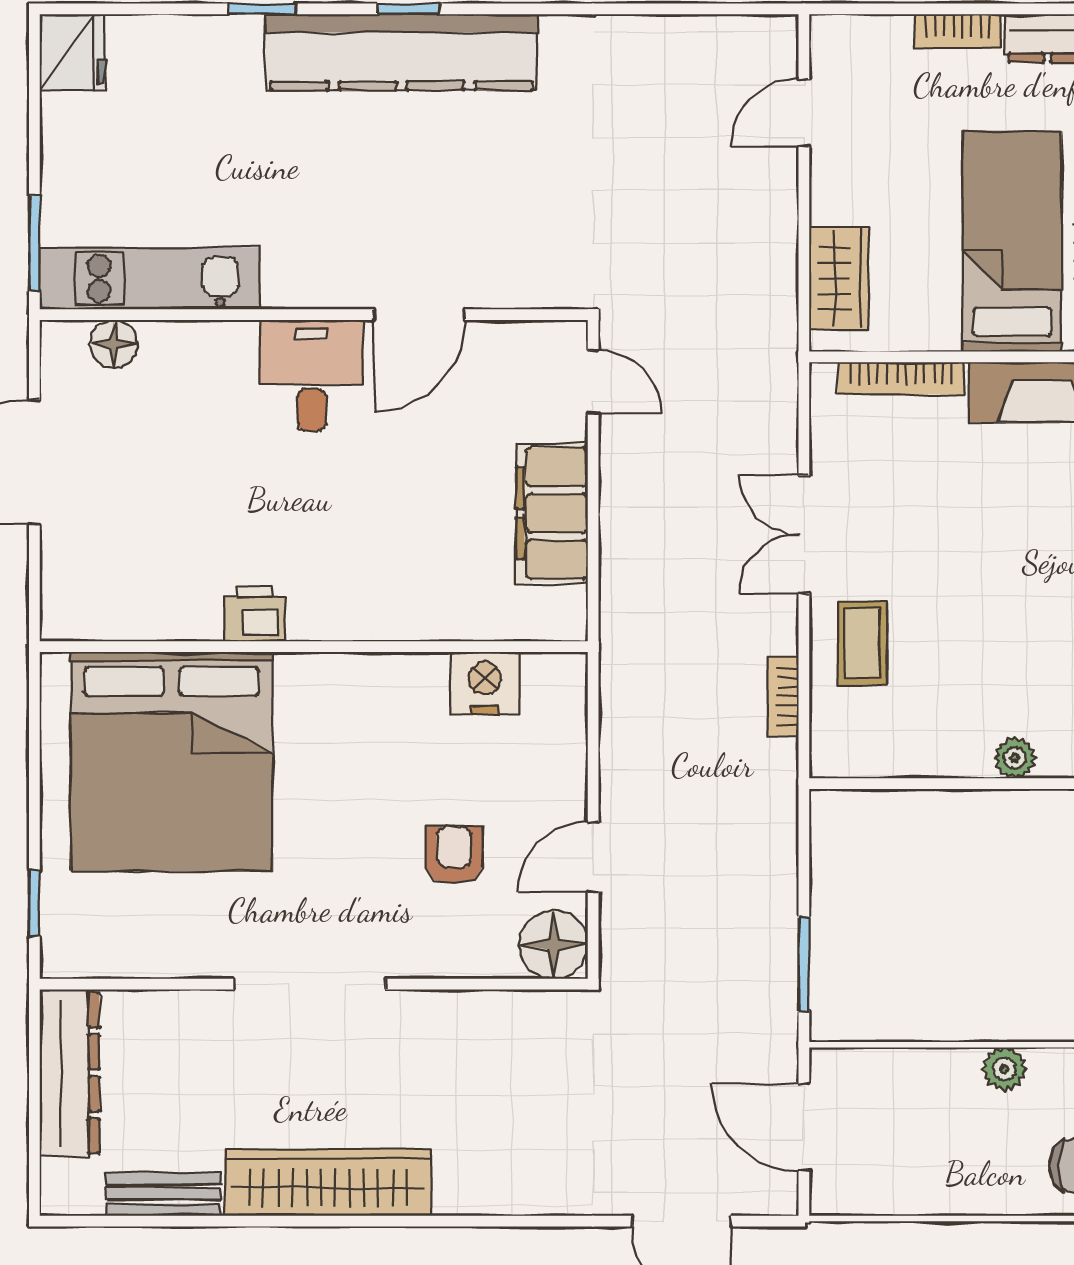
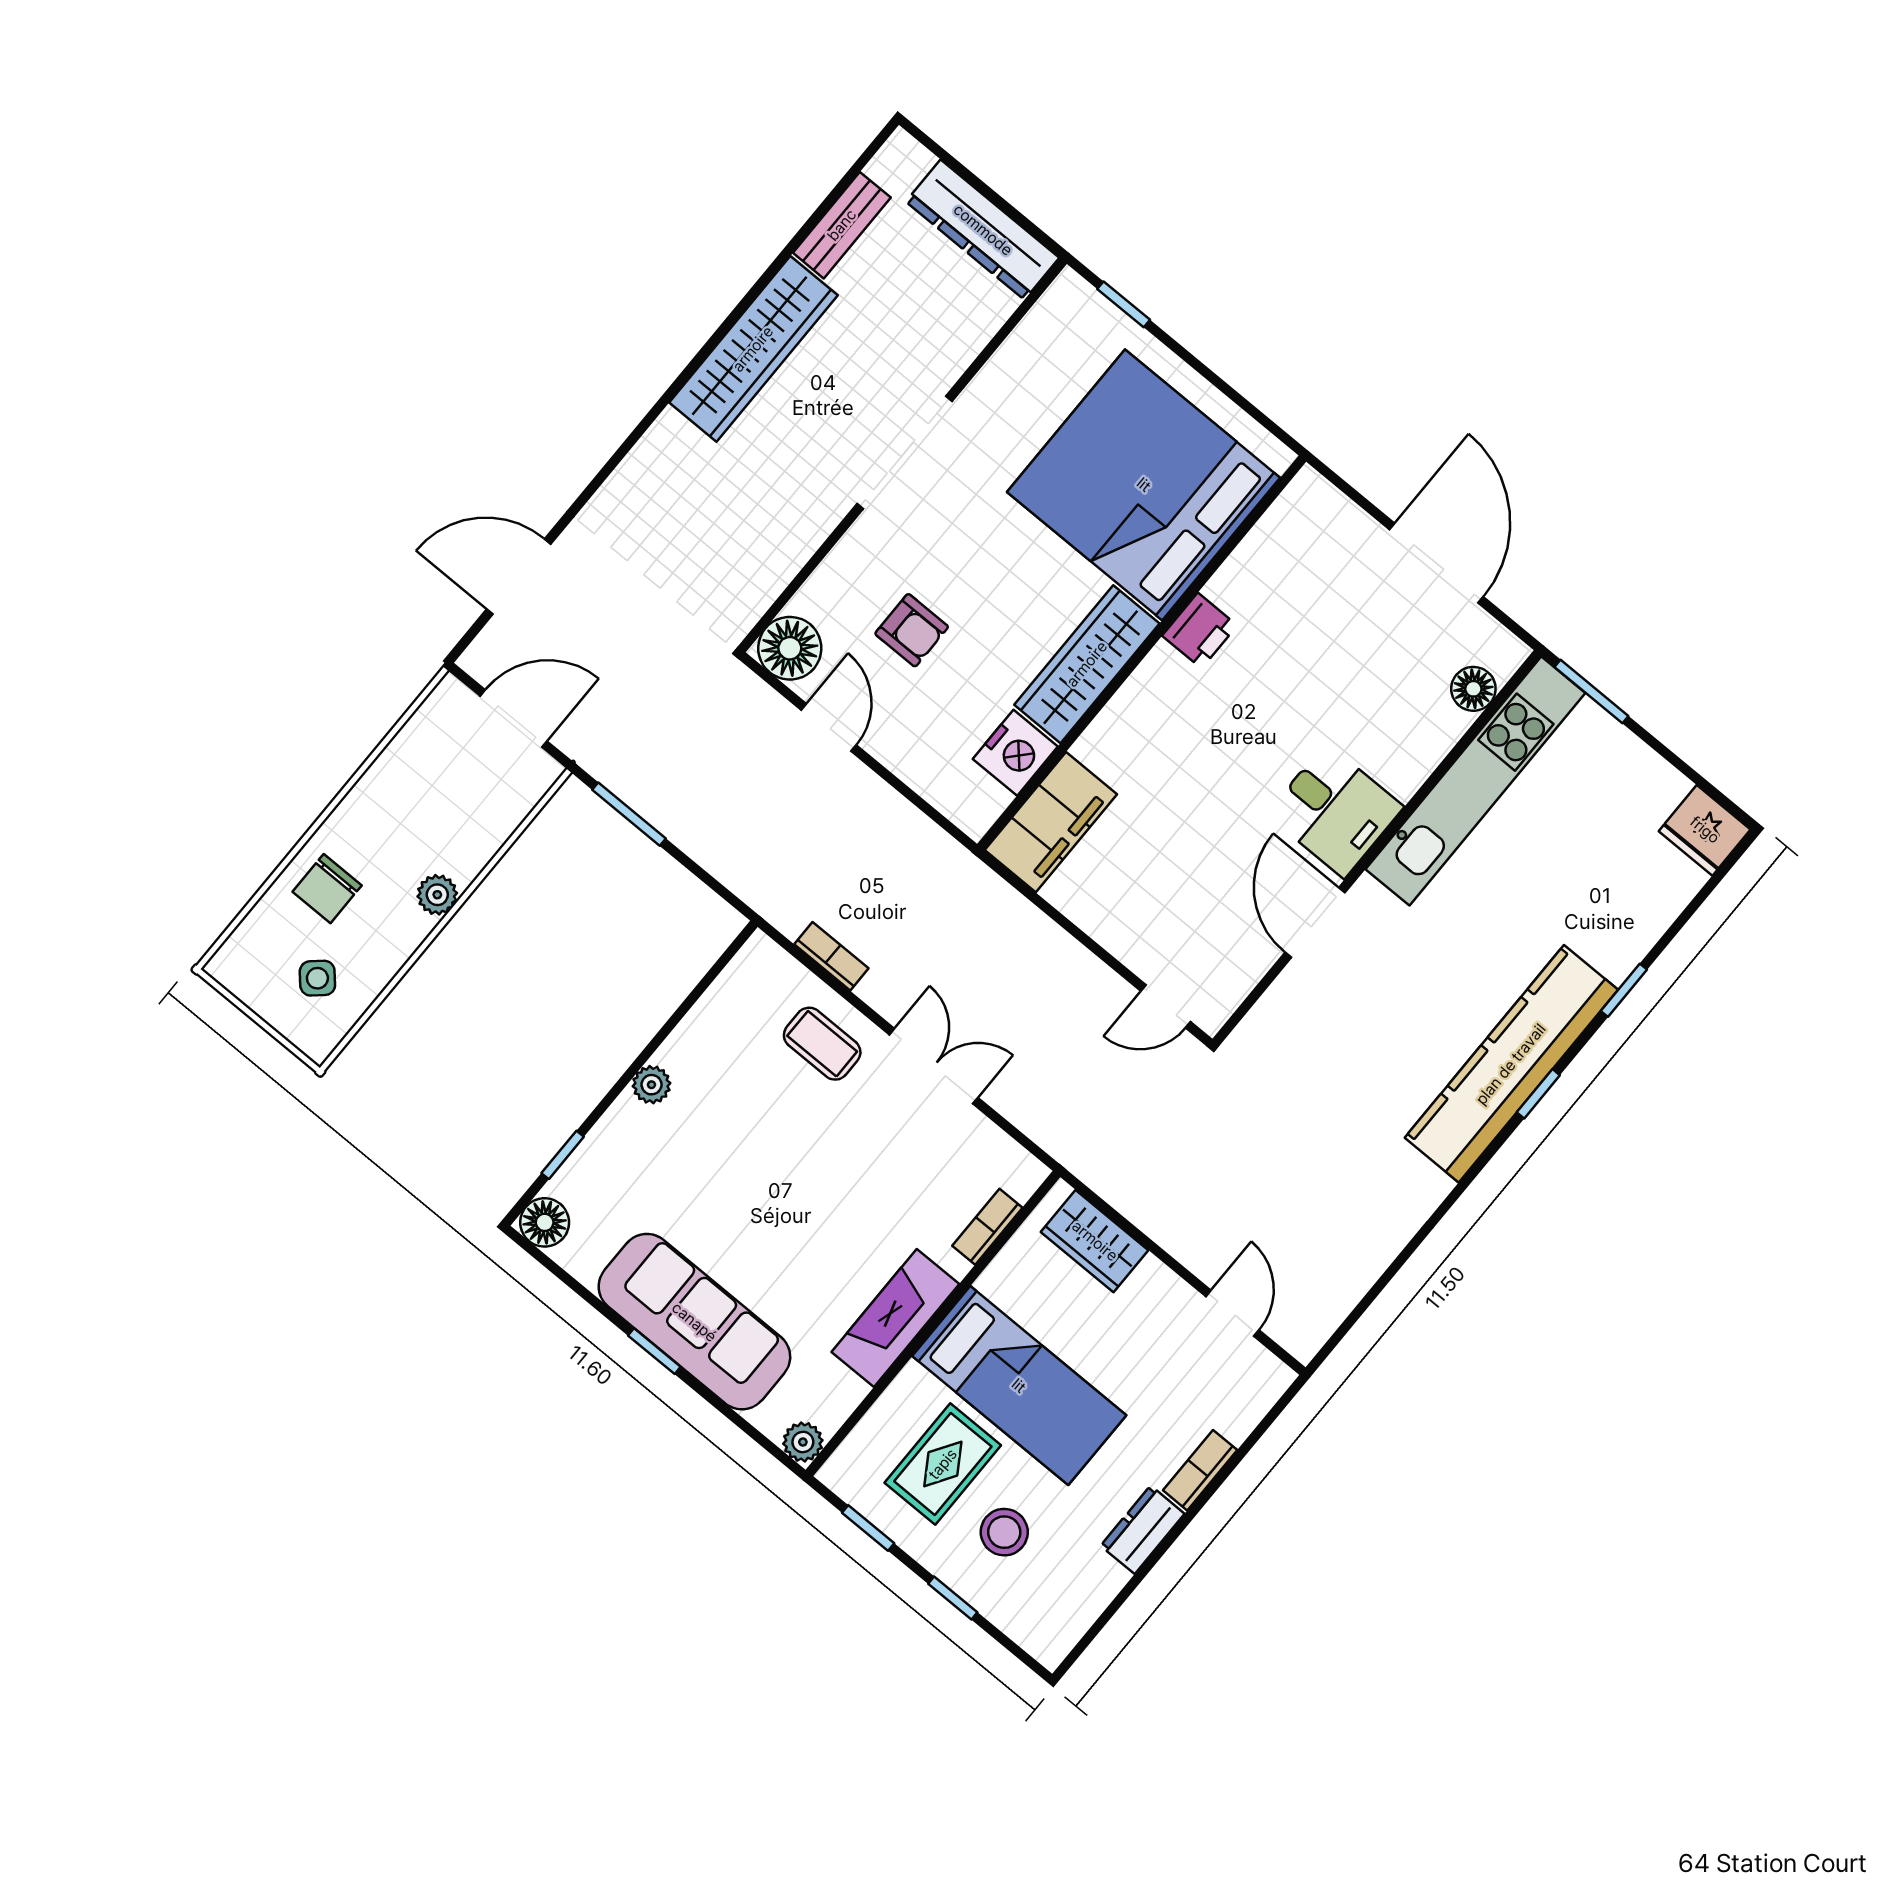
kitchen unit: (150, 278) -> (1475, 781), width x1.36
bookcase: (901, 378) -> (987, 1227), width x0.64
filing cabinet: (552, 513) -> (1051, 822), moved, turned 90
wardrobe: (361, 685) -> (1087, 664), added

